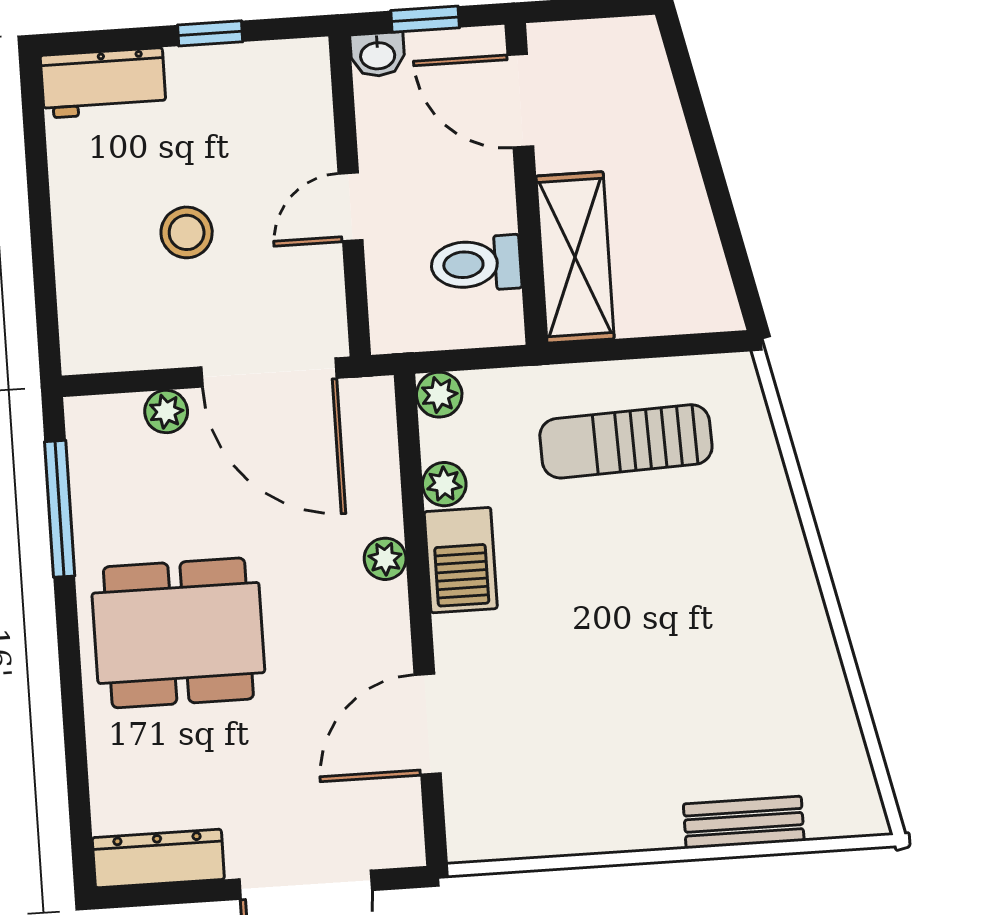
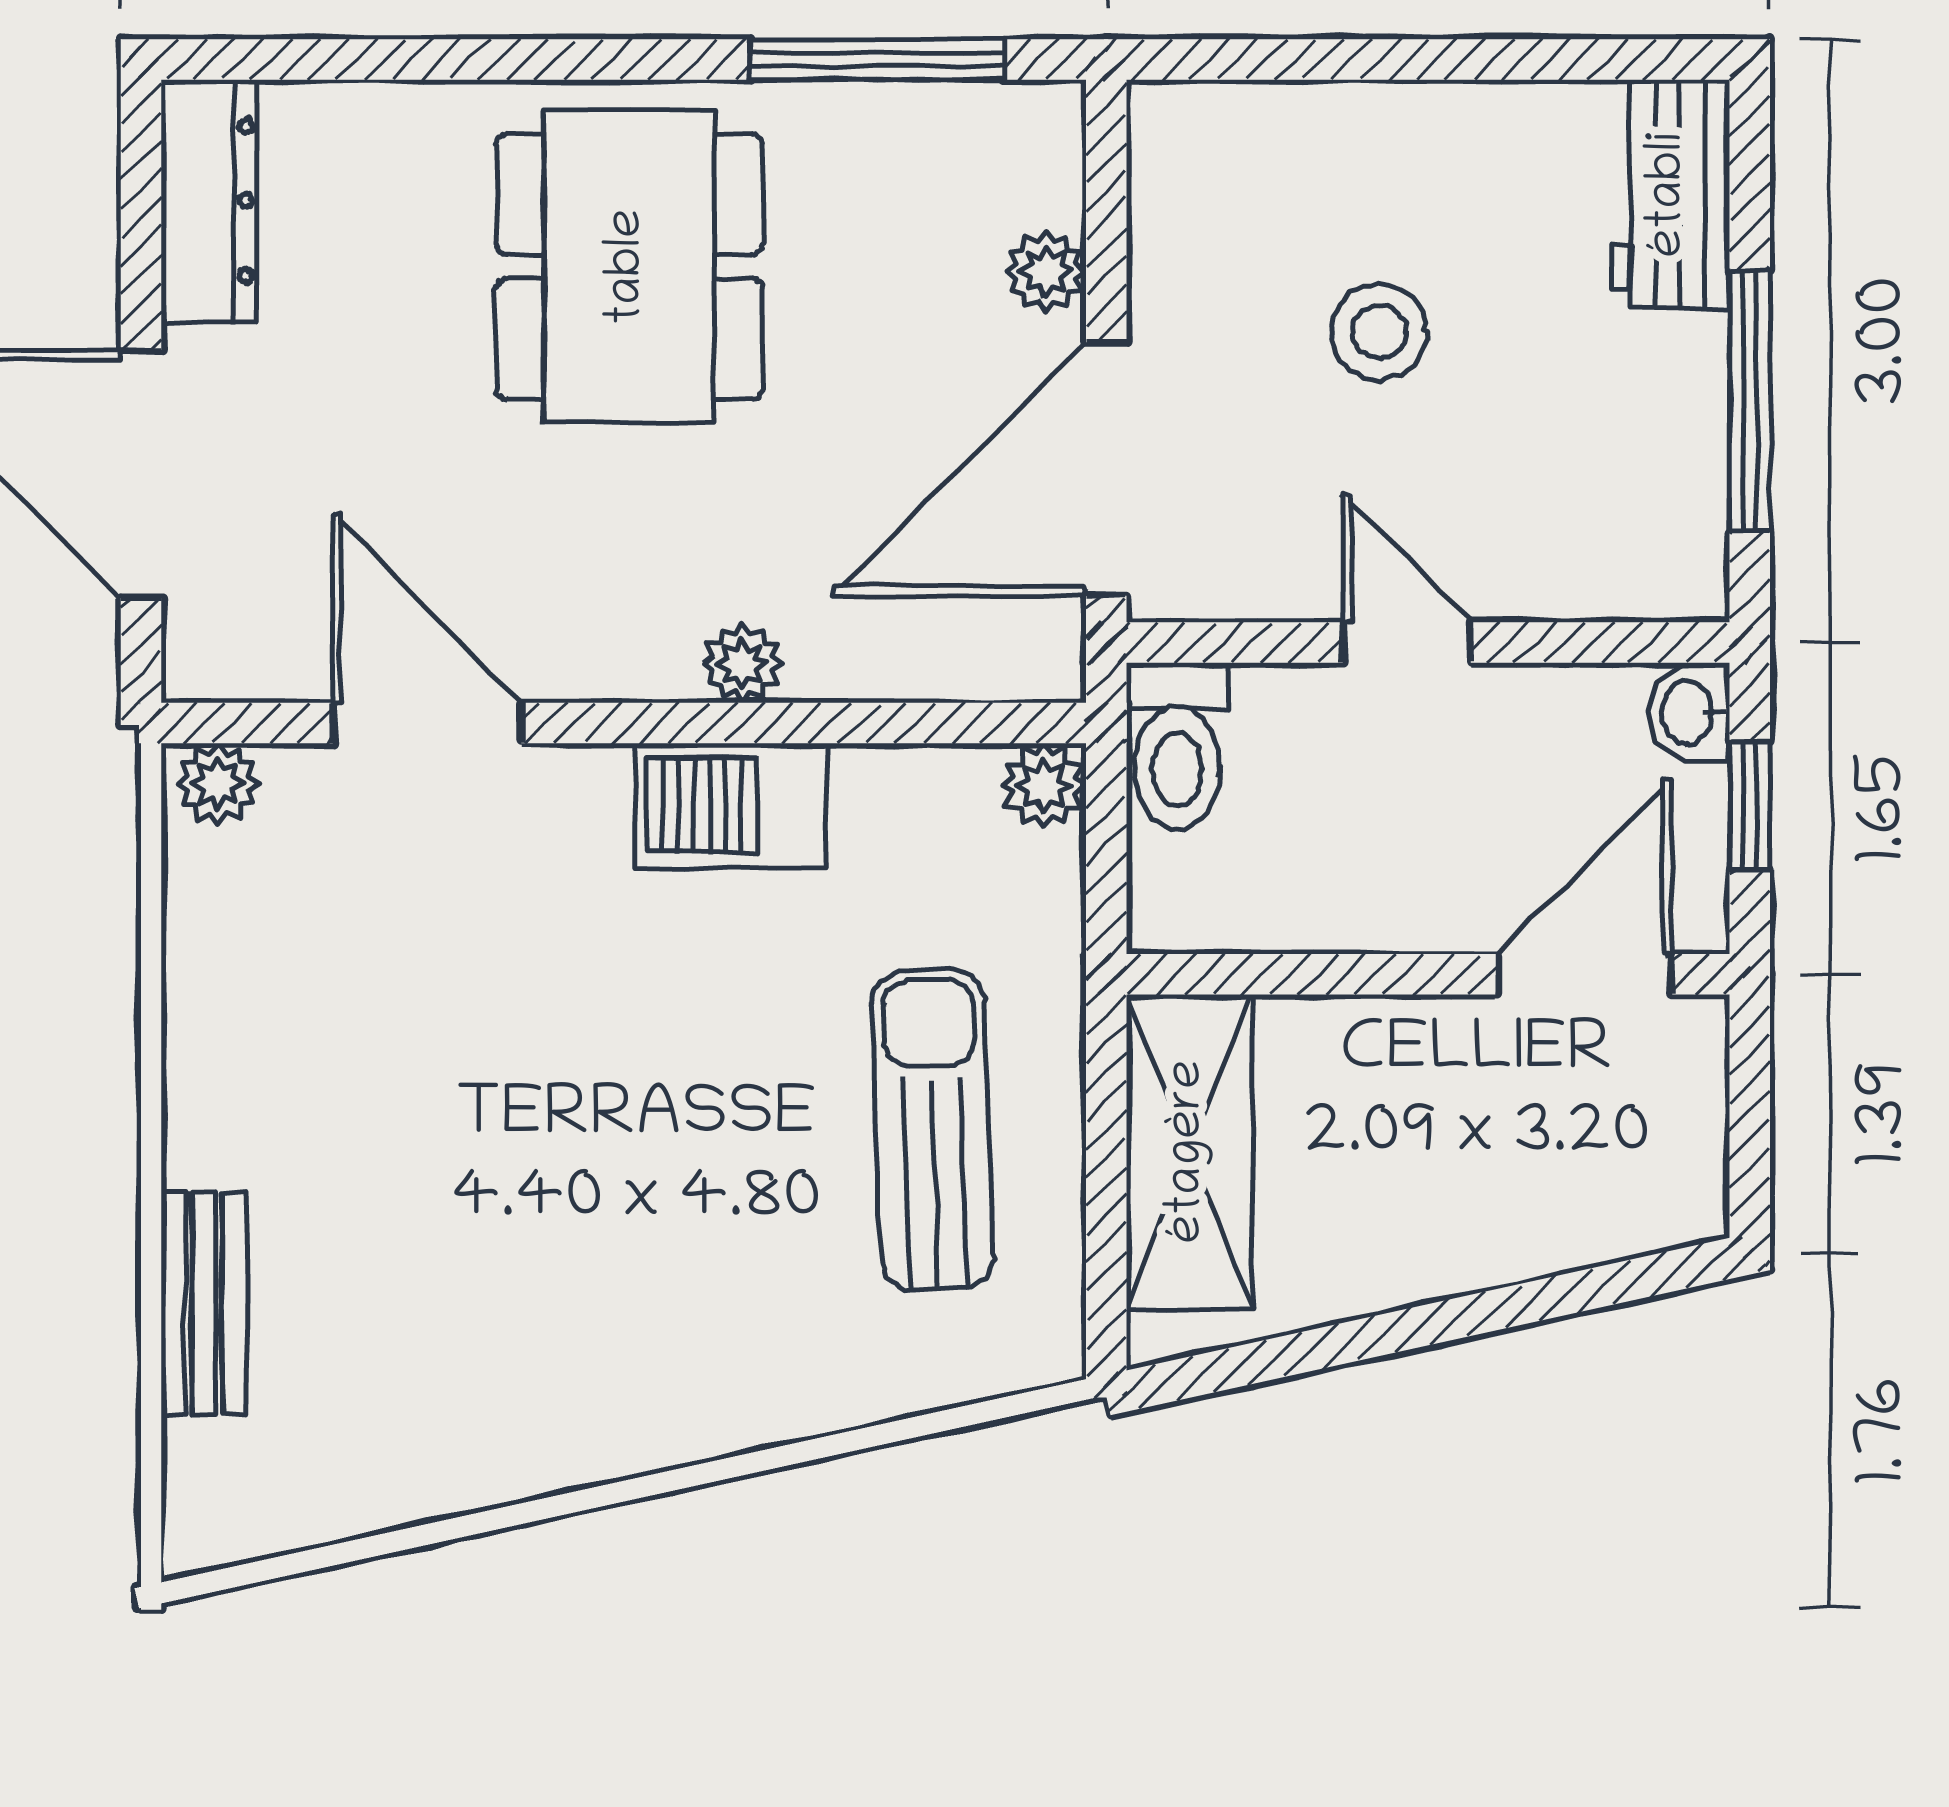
window: (210, 33) -> (1750, 401), width x2.17
shelving: (575, 257) -> (1189, 1152), moved, turned 90
toilet: (476, 264) -> (1177, 746), moved, turned 180
plant: (444, 484) -> (218, 784), moved

